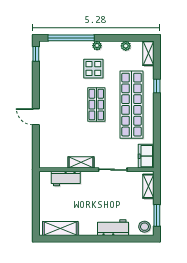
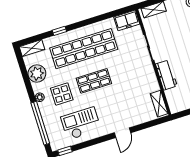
plant: (126, 46) -> (37, 74), width x1.88, depth x1.88
checkout: (58, 78) -> (81, 123), added
shelving: (81, 162) -> (159, 104), moved
workbench: (66, 178) -> (166, 75), moved

